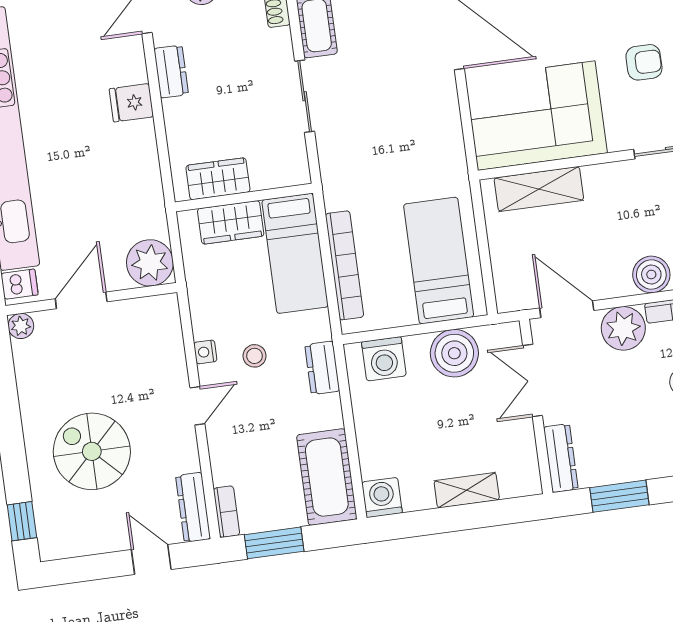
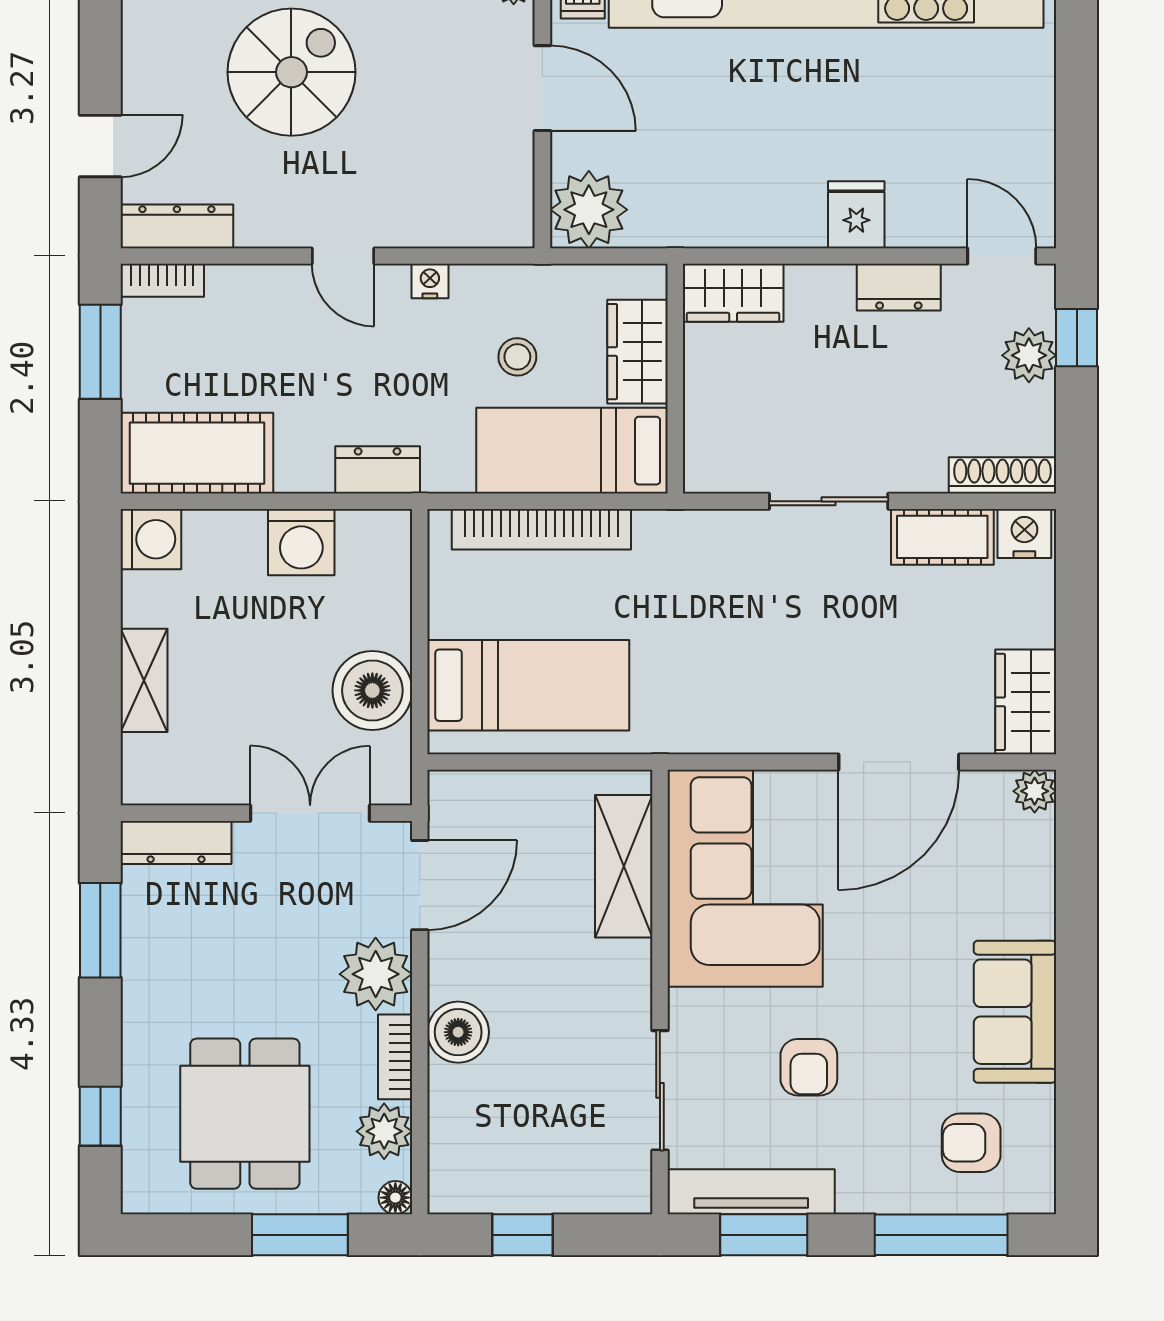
wardrobe: (218, 179) -> (733, 293), moved, turned 90
stool: (255, 356) -> (517, 357), moved
washing machine: (384, 359) -> (301, 542), moved, turned -90

